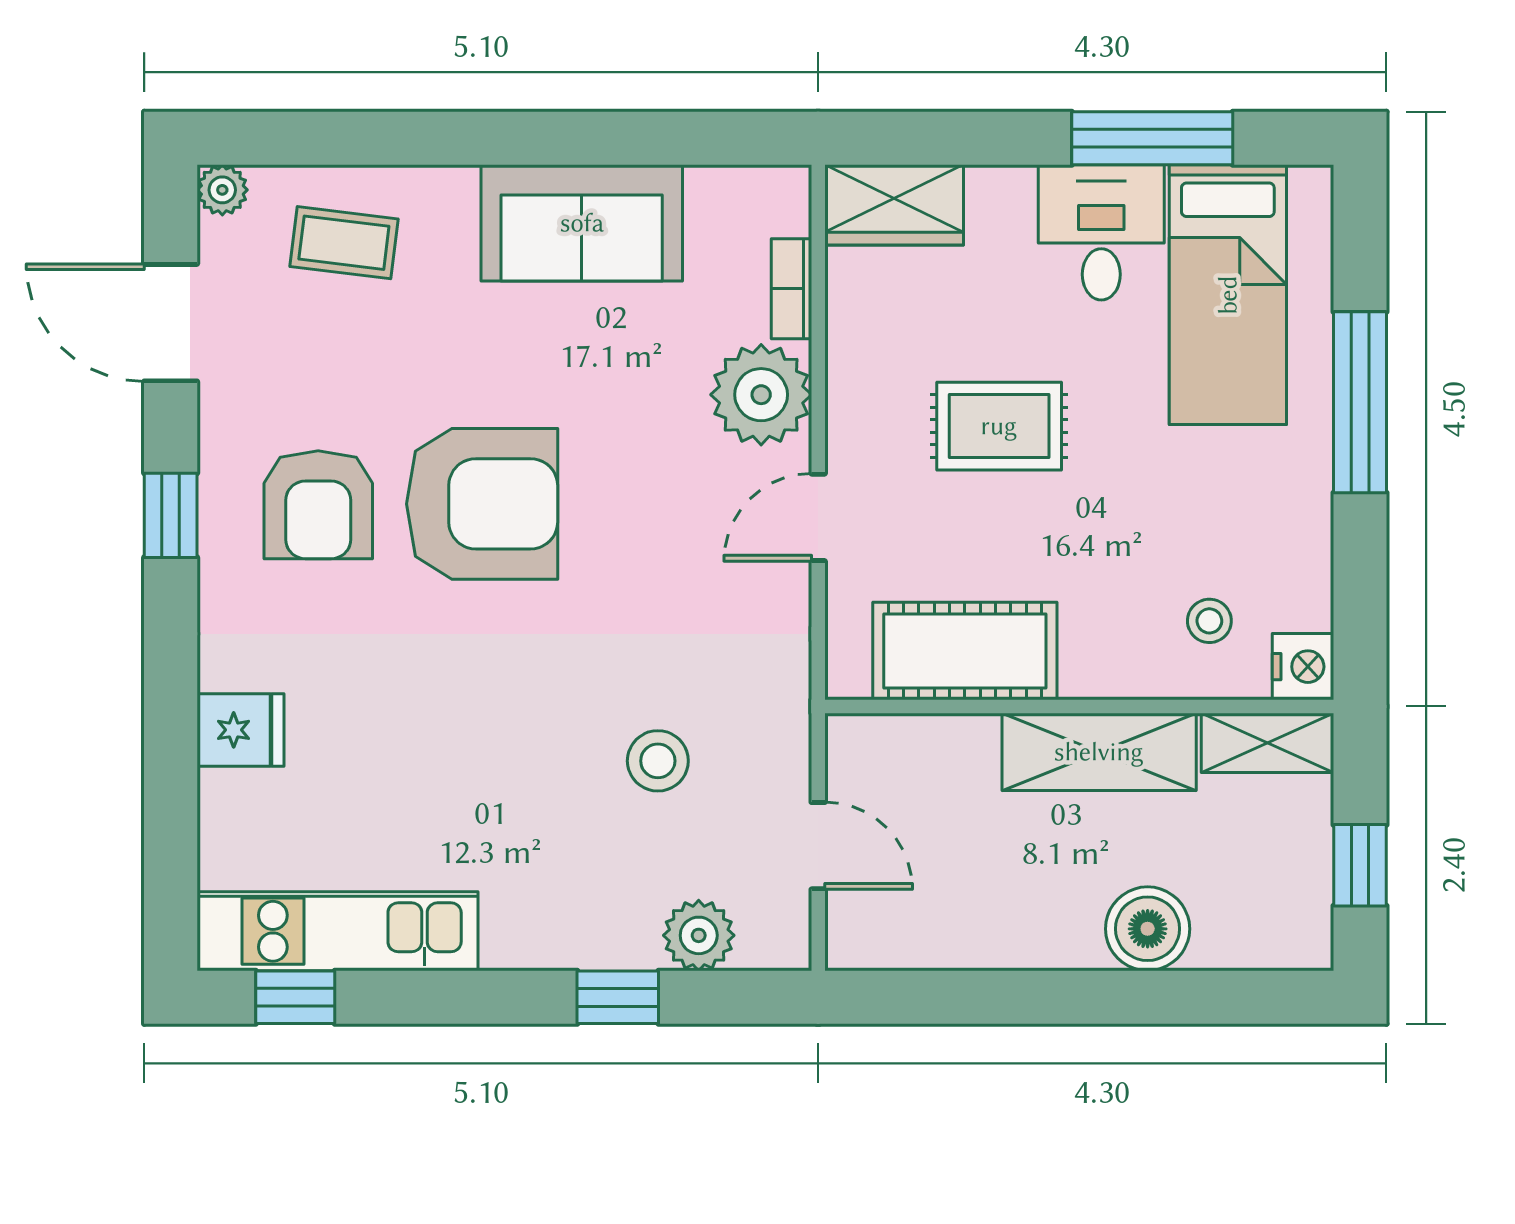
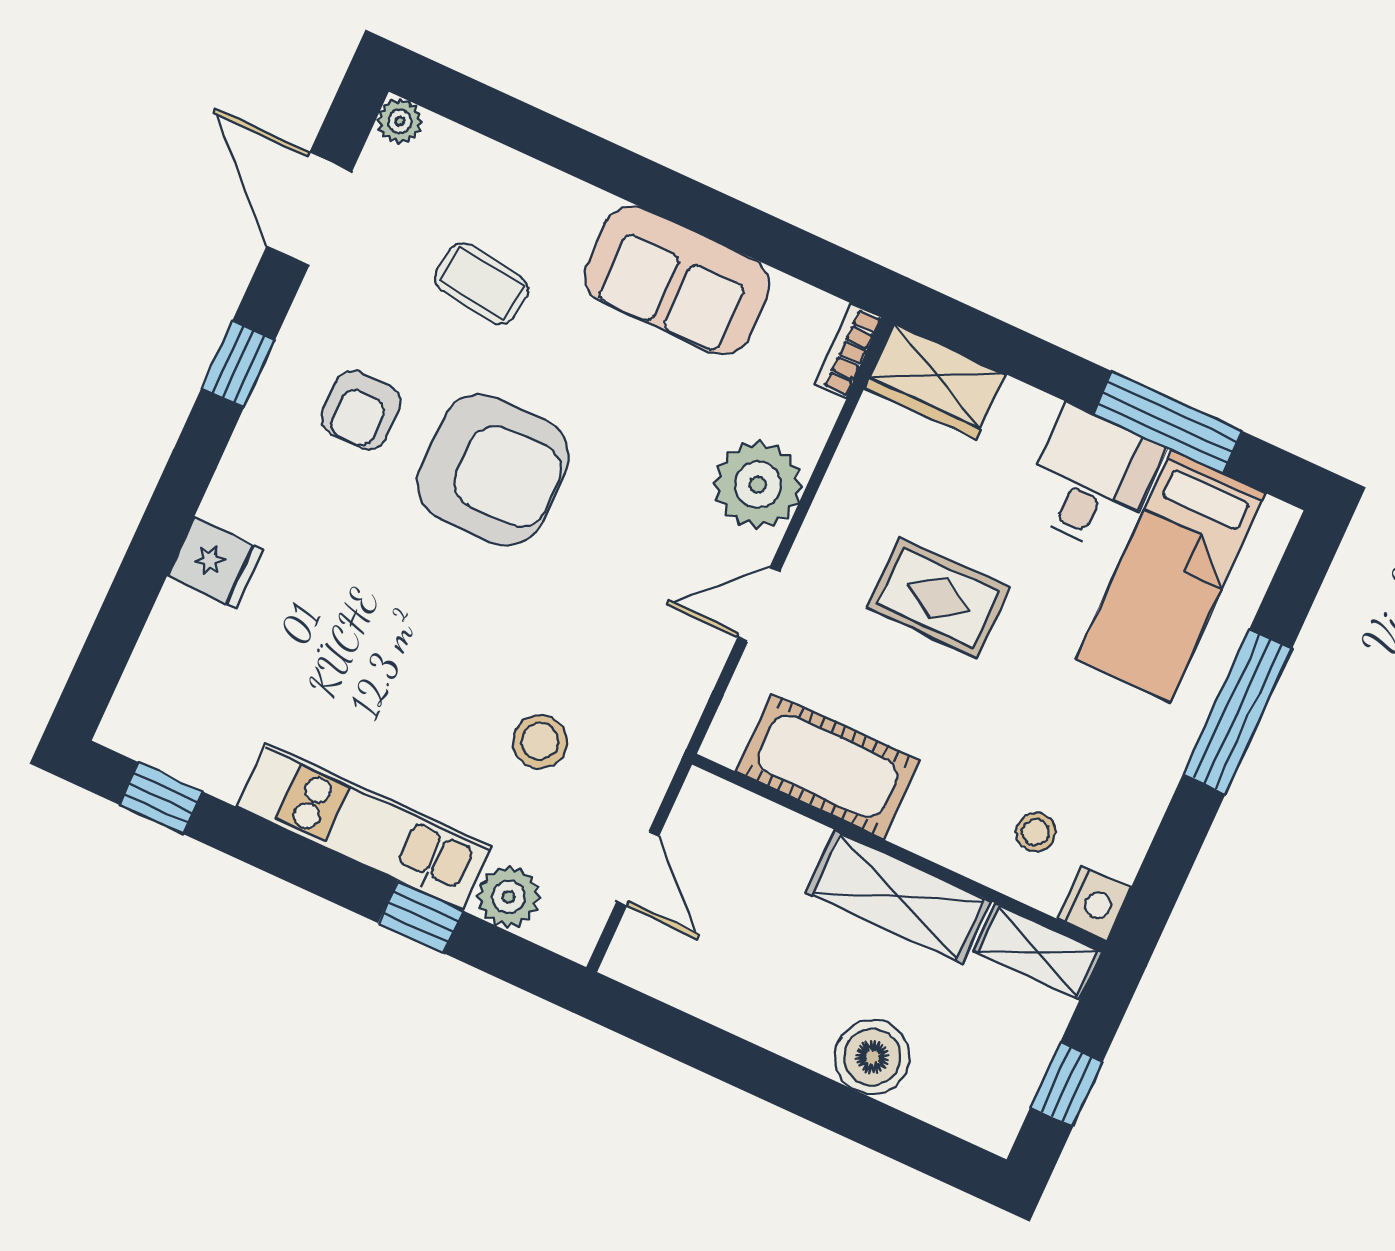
coffee table: (344, 243) -> (482, 284), moved
bookcase: (791, 289) -> (849, 351), moved
armchair: (318, 505) -> (361, 410), width x0.72, depth x0.72
kitchen unit: (337, 931) -> (364, 827), moved

